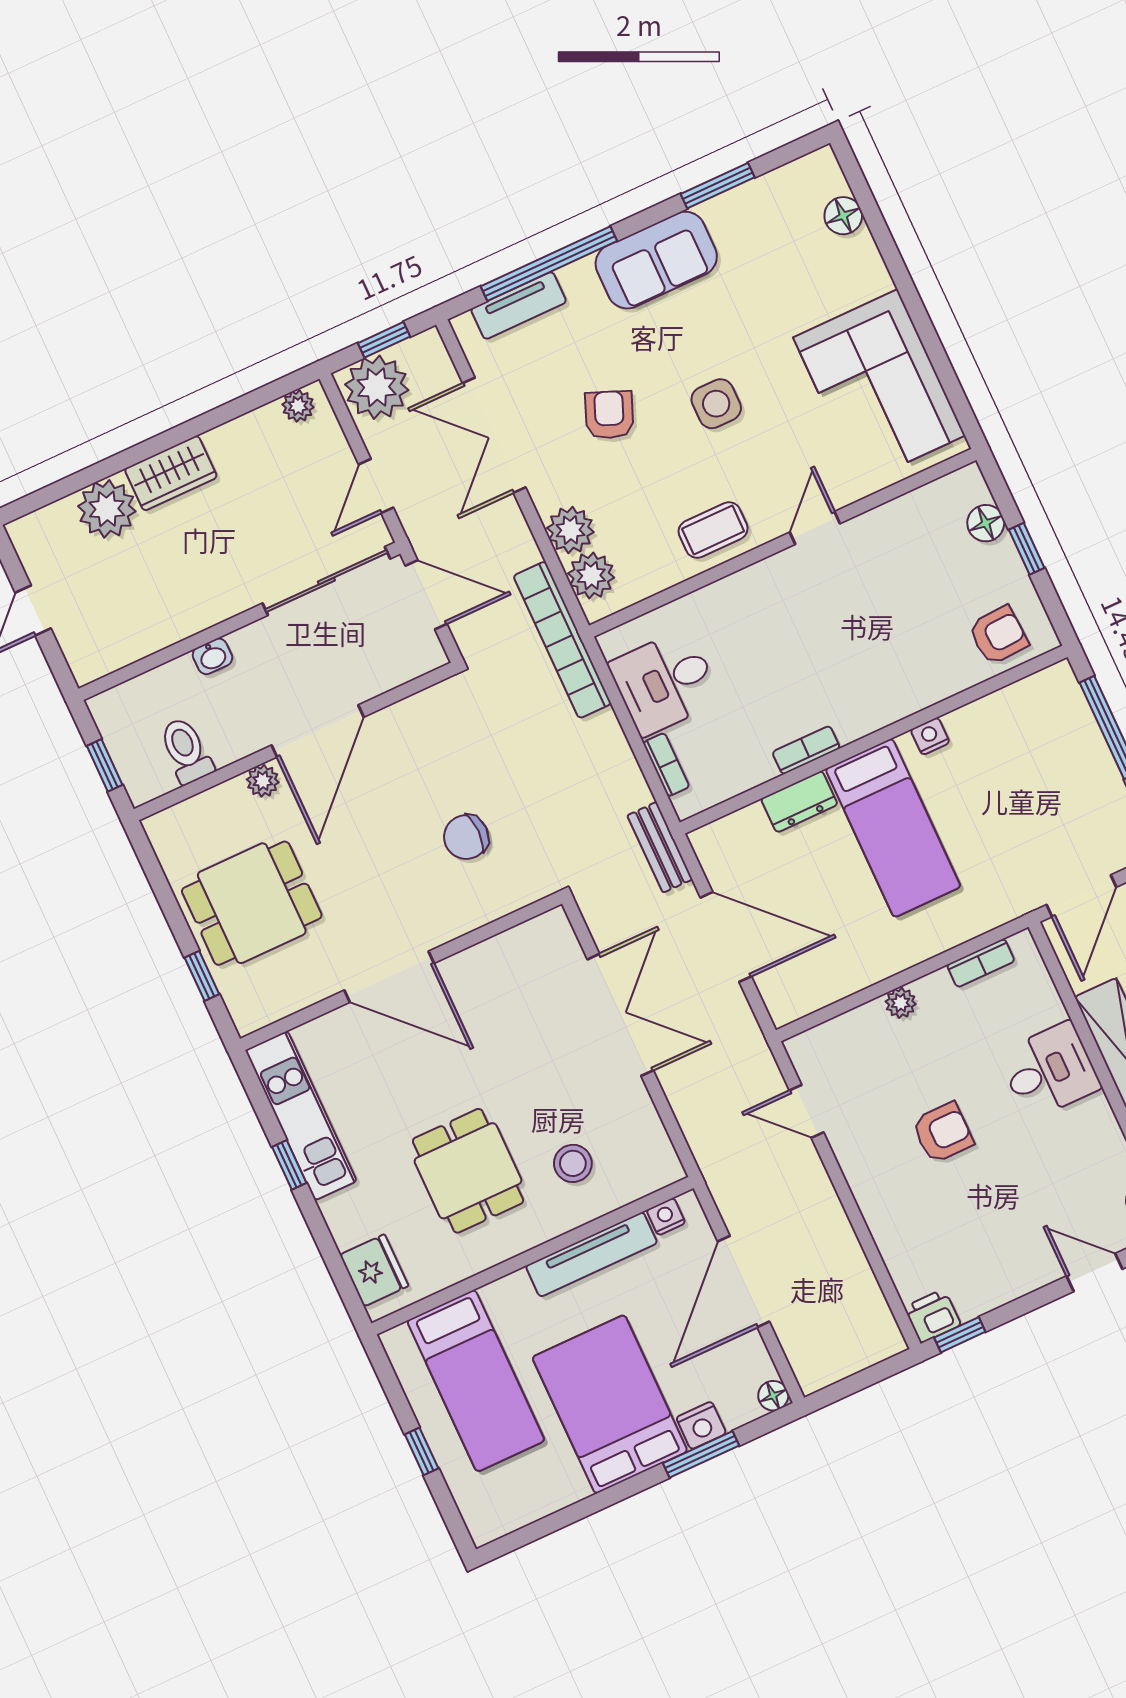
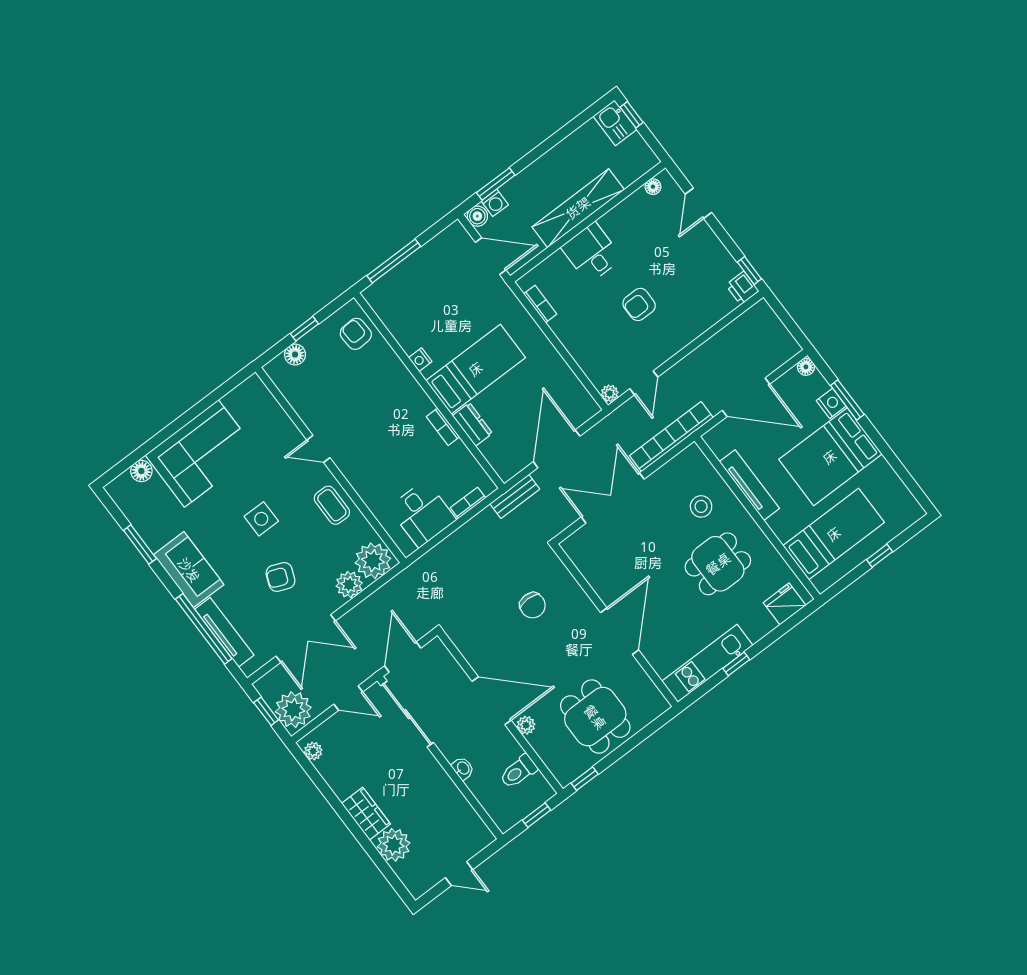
tv unit: (519, 306) -> (224, 632), width x1.41
corner sofa: (879, 386) -> (201, 453), moved
plant: (591, 576) -> (373, 561), width x1.36, depth x1.36
bookcase: (562, 640) -> (671, 437), moved, turned 180
window: (202, 976) -> (585, 779), moved
plant: (901, 1003) -> (610, 393), moved
armchair: (943, 1133) -> (639, 304), turned -90
nightstand: (666, 1217) -> (719, 448), removed

